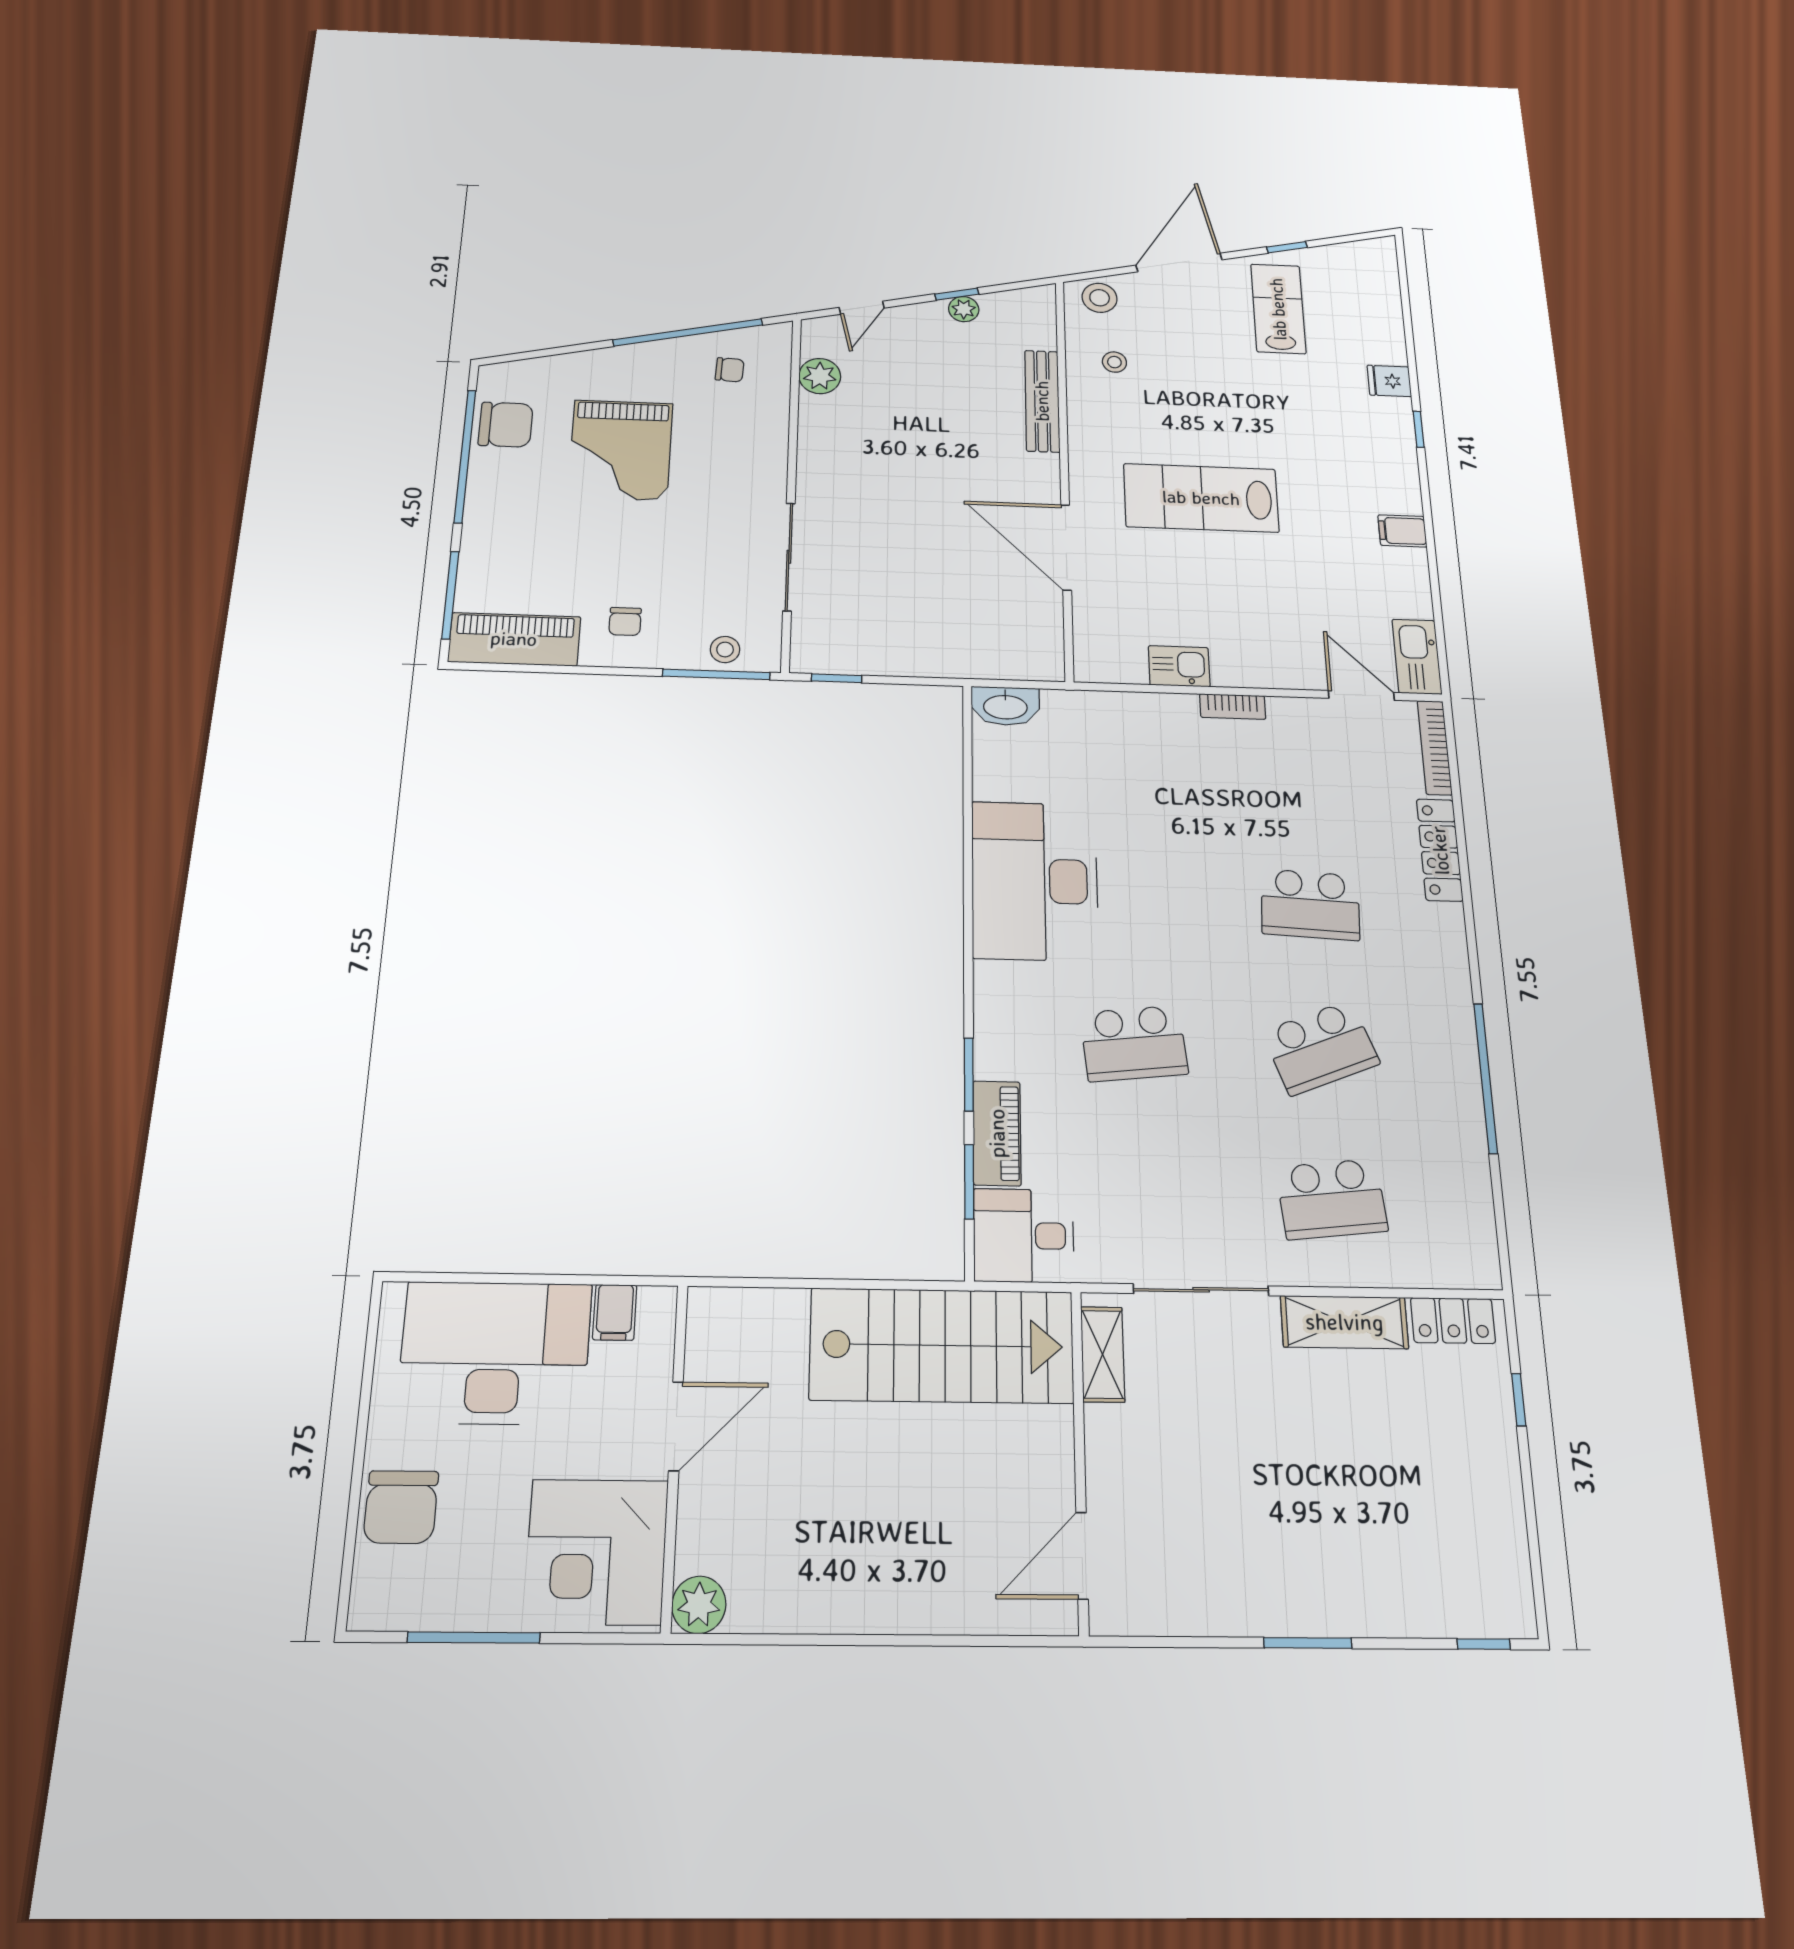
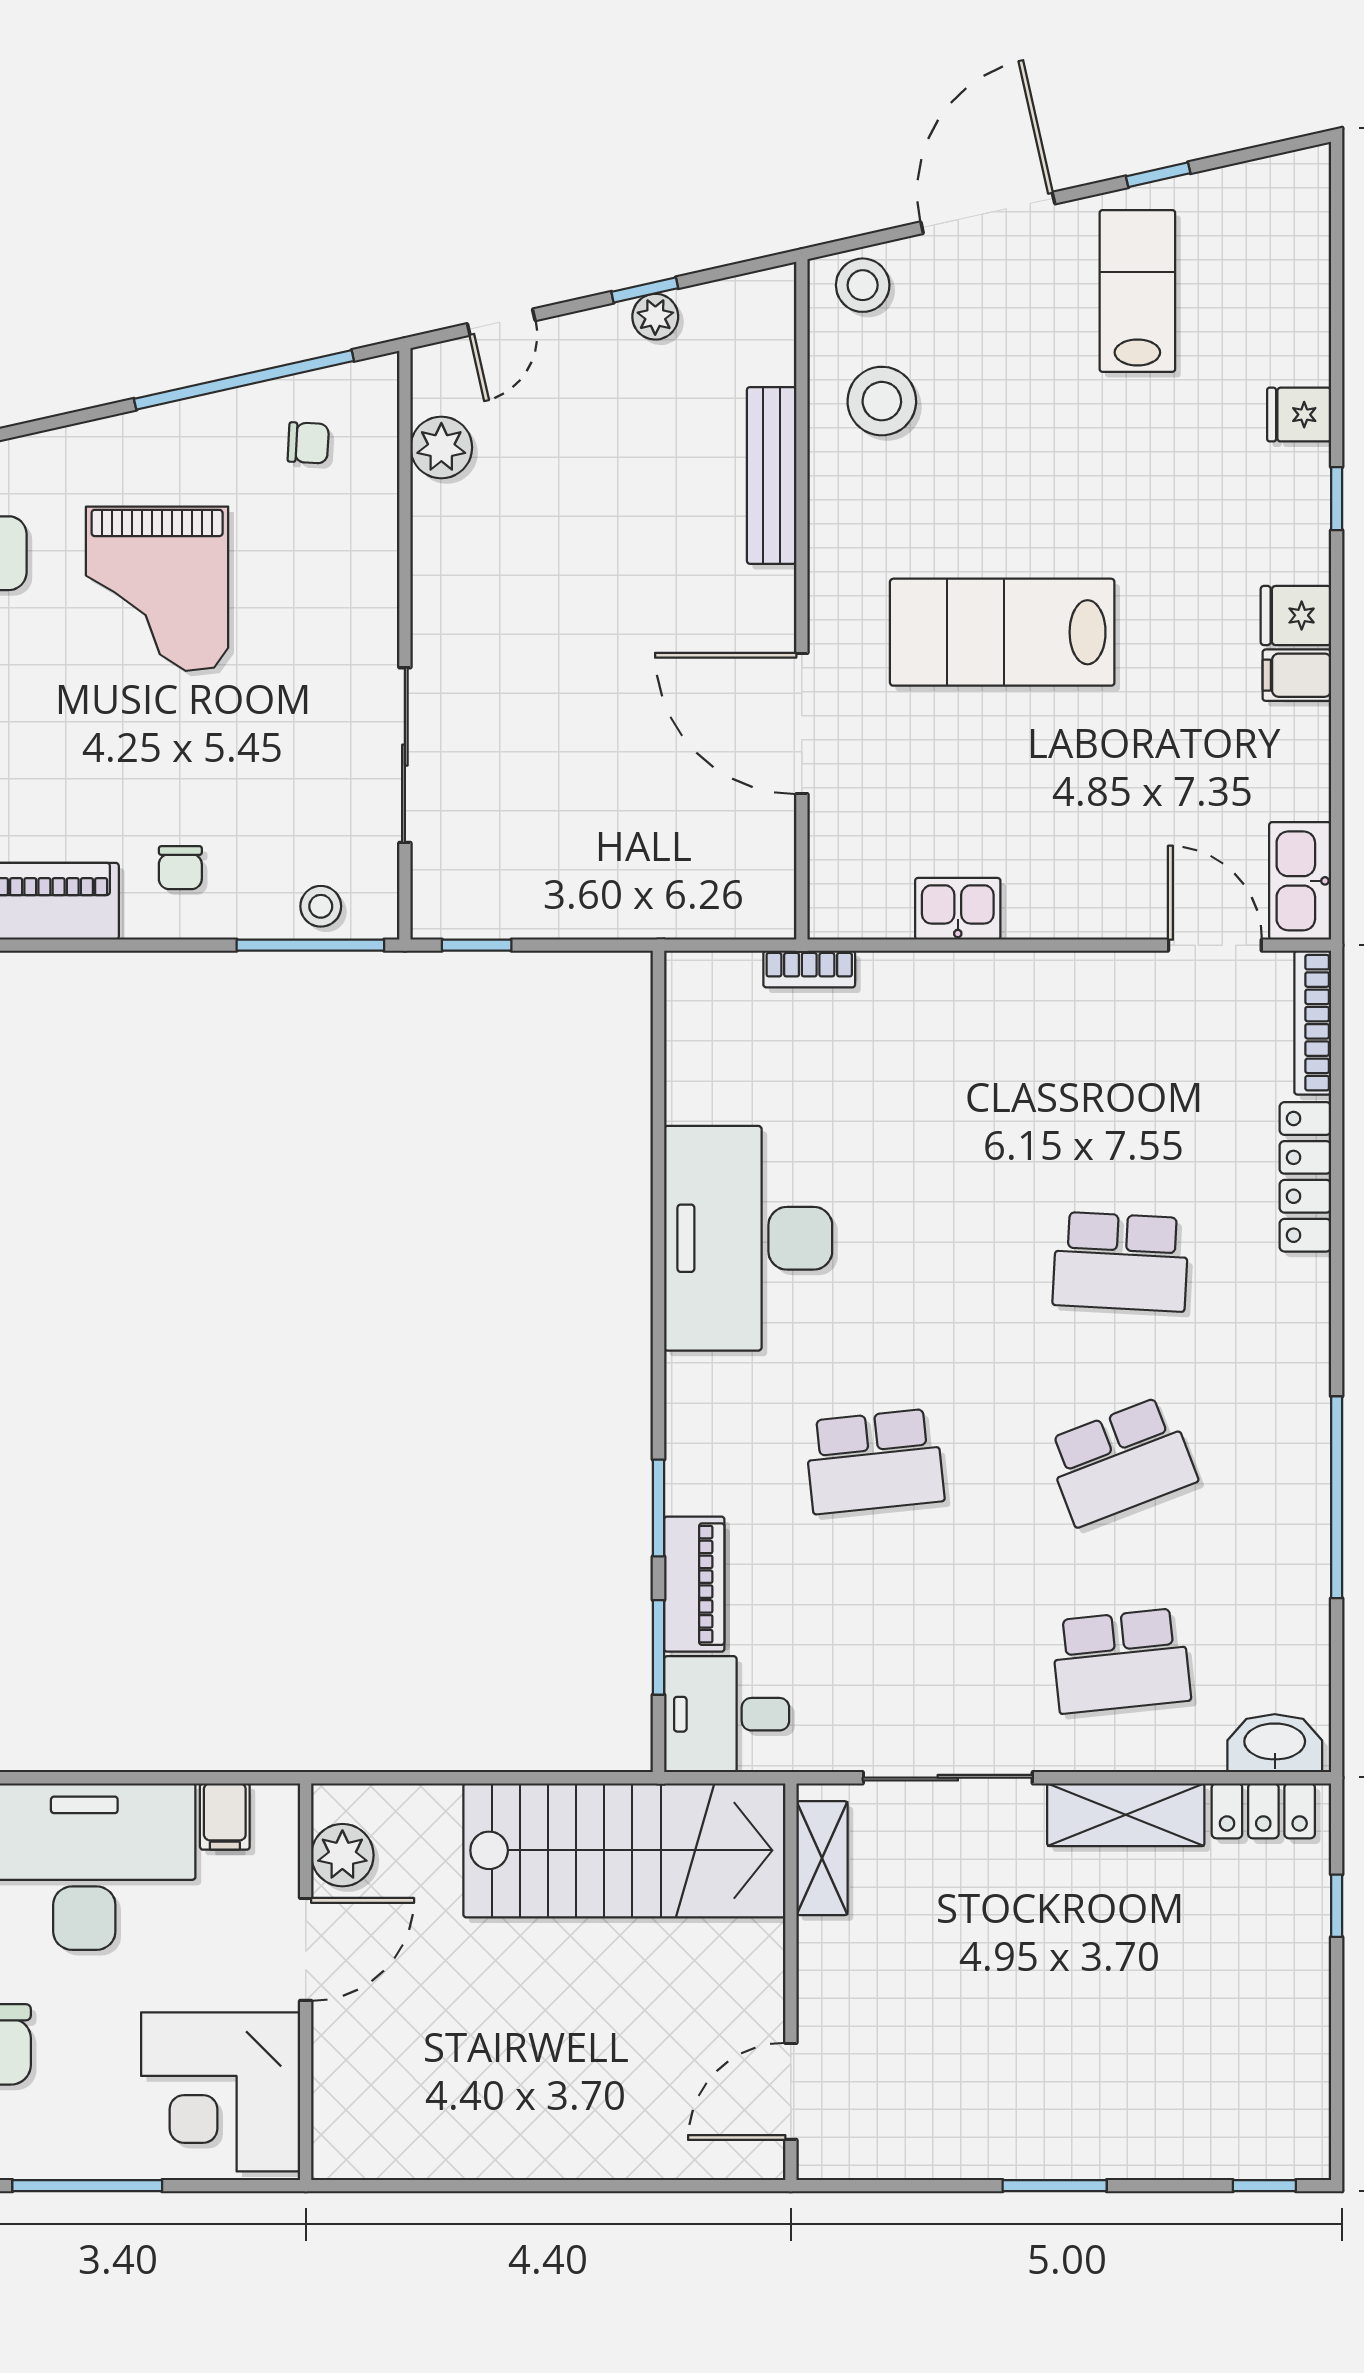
stool: (1114, 362) -> (882, 401), width x1.89, depth x1.89
fridge: (1398, 496) -> (1296, 615), added
washbasin: (1005, 706) -> (1275, 1743), moved, turned 180
bookcase: (1233, 706) -> (809, 969), moved
plant: (699, 1605) -> (342, 1855), moved

